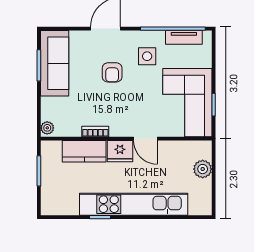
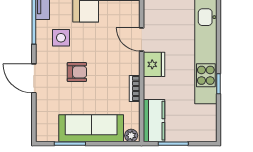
sofa: (55, 63) -> (91, 128), moved
door: (145, 139) -> (142, 39), swing flipped
kitchen counter: (84, 151) -> (154, 121), moved

